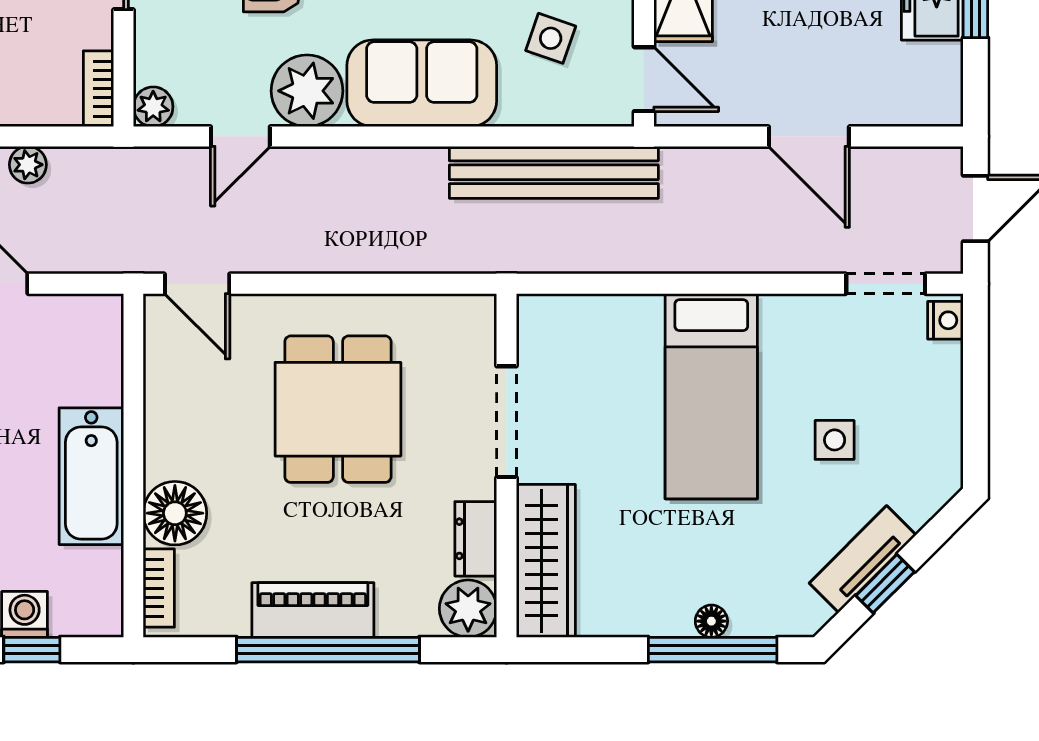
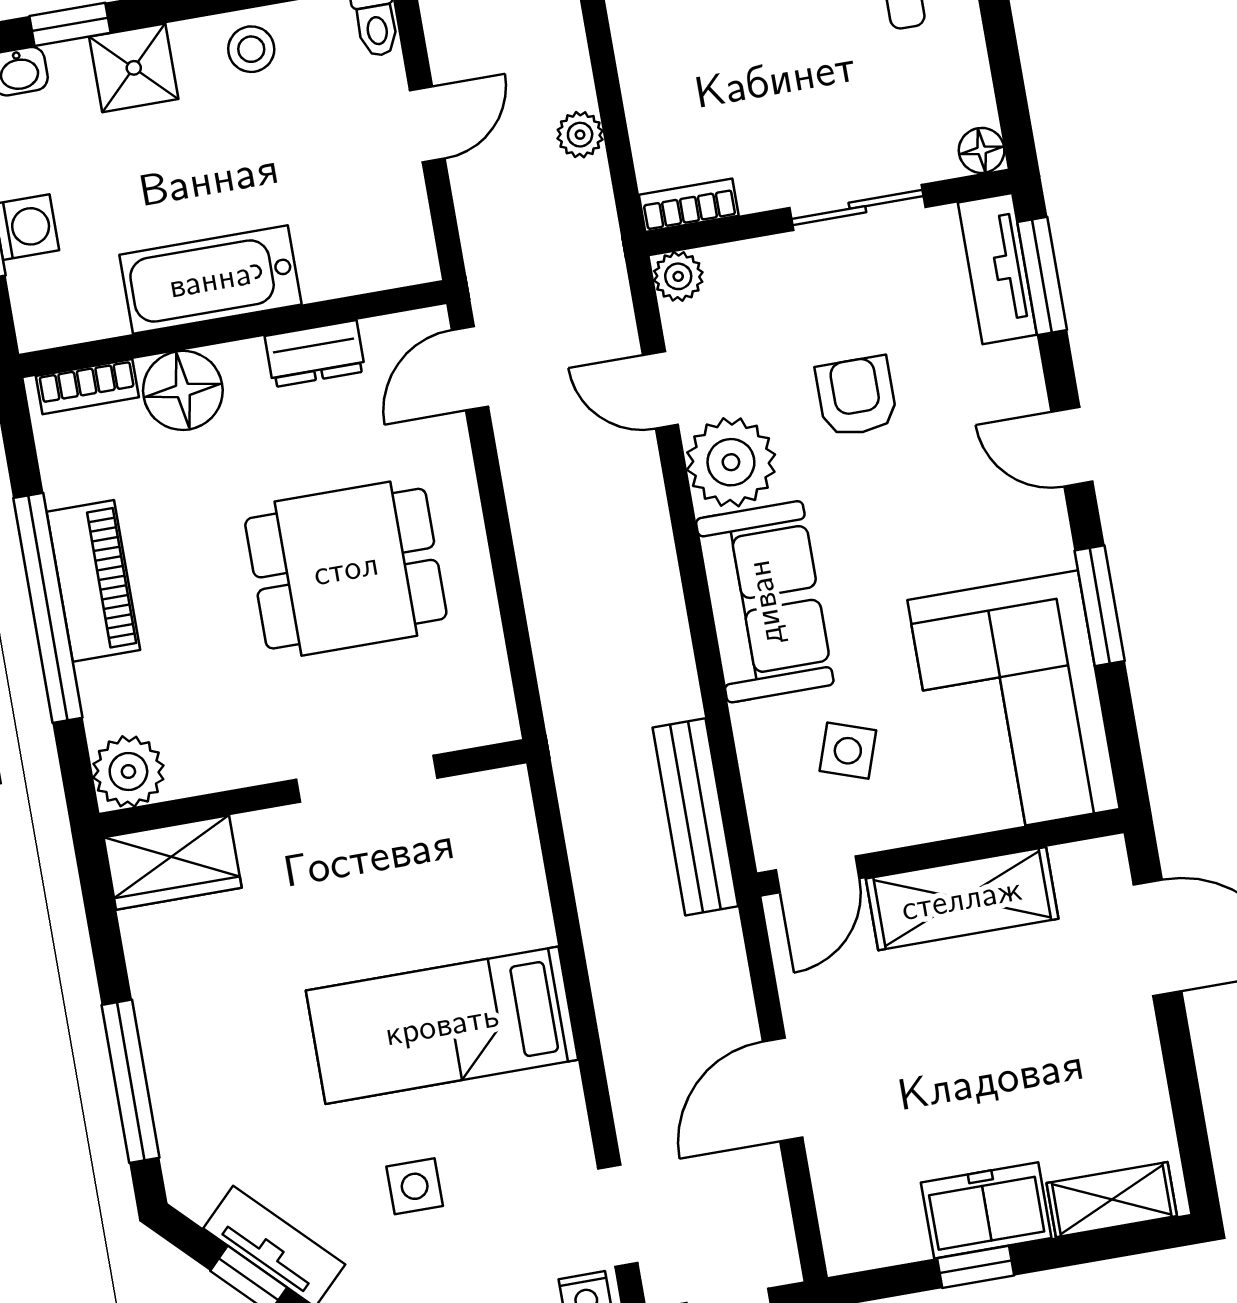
bench: (554, 172) -> (695, 817), width x0.73, depth x0.82
dresser: (476, 539) -> (315, 354), moved, turned 180
wardrobe: (546, 561) -> (173, 862), width x0.67
floor lamp: (711, 621) -> (165, 1074), removed

